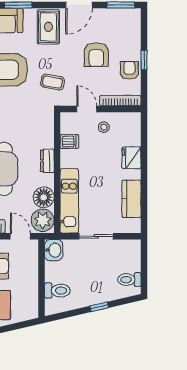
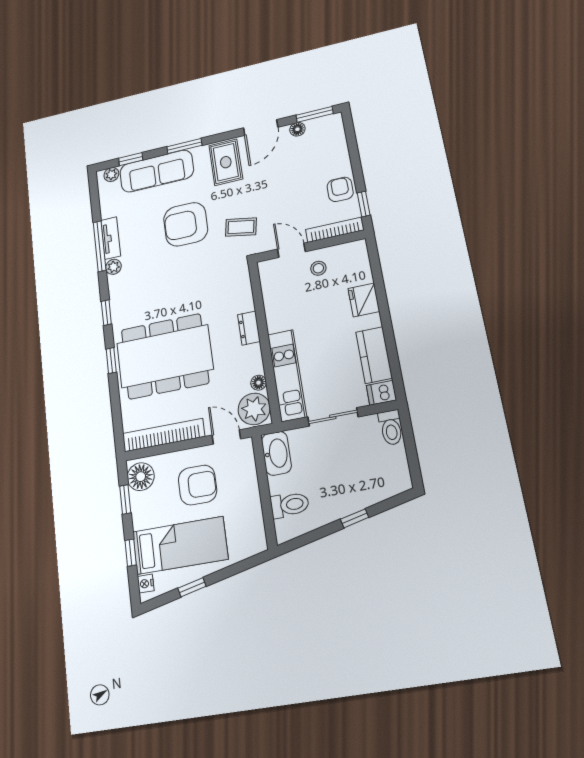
floor lamp: (106, 14) -> (297, 129), added
armchair: (96, 55) -> (293, 181), removed
window: (144, 60) -> (364, 204), moved
dishwasher: (69, 142) -> (381, 393), moved, turned 180
floor lamp: (44, 197) -> (259, 383), width x0.53, depth x0.53
washbasin: (54, 250) -> (276, 453), width x1.38
toilet: (129, 280) -> (391, 428), moved, turned -90

